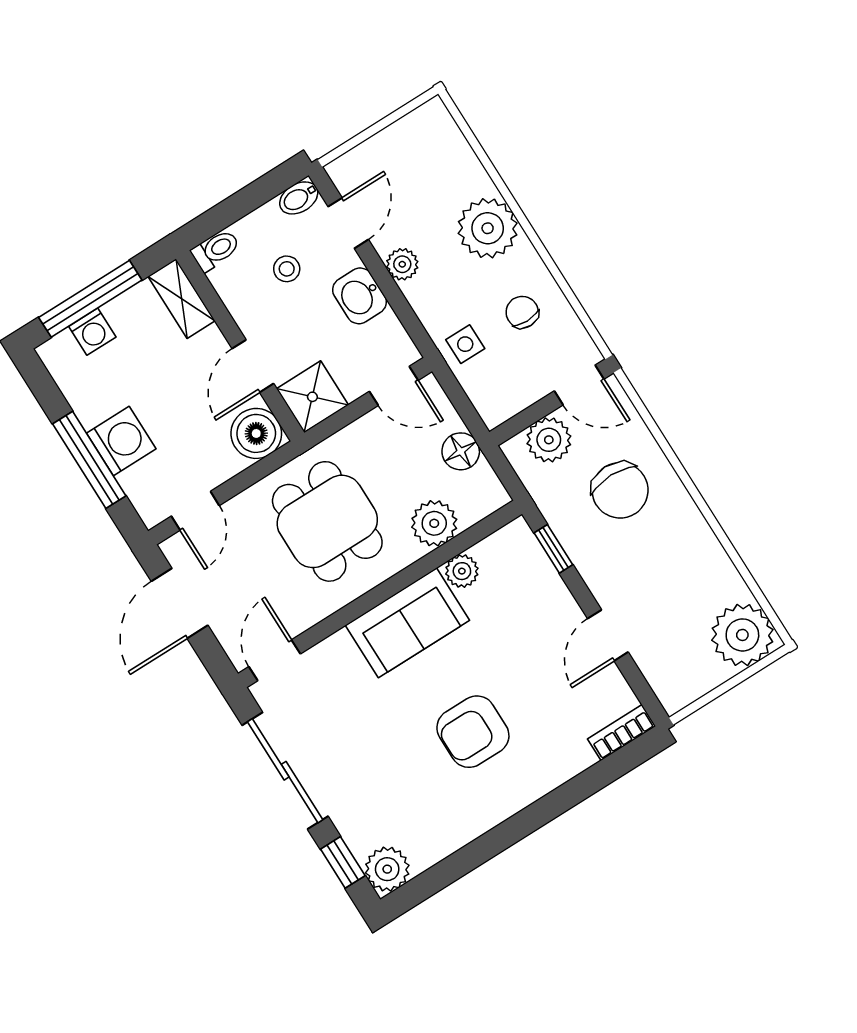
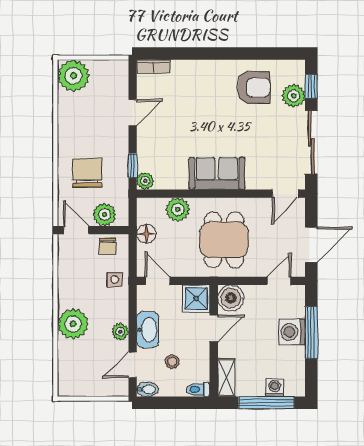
washbasin: (359, 296) -> (148, 330), width x1.38
chair: (522, 312) -> (108, 246), moved
plant: (462, 571) -> (145, 181), moved
armchair: (473, 732) -> (254, 87), moved
plant: (387, 869) -> (294, 96), moved

